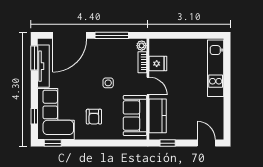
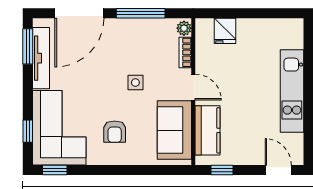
fridge: (158, 64) -> (225, 31), moved, turned 90
kitchen unit: (216, 68) -> (292, 91), moved

